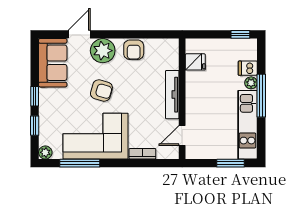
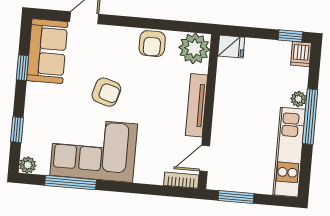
plant: (103, 51) -> (194, 48), moved
fridge: (195, 62) -> (231, 47), moved
dishwasher: (248, 68) -> (301, 54), moved, turned -90
window: (35, 96) -> (22, 68), moved
bookcase: (142, 154) -> (181, 180), moved
window: (231, 163) -> (236, 197), moved

